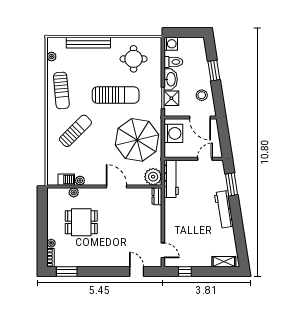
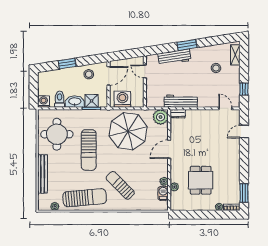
round table: (134, 59) -> (57, 134), width x1.36, depth x1.36
sun lounger: (61, 90) -> (85, 198), width x1.36, depth x1.34
sun lounger: (116, 95) -> (89, 150), turned 180
workbench: (171, 179) -> (181, 101), moved
window: (232, 184) -> (187, 45), moved
workbench: (224, 210) -> (174, 57), moved
stool: (209, 240) -> (216, 68), added
door: (163, 250) -> (225, 108), hinge flipped

